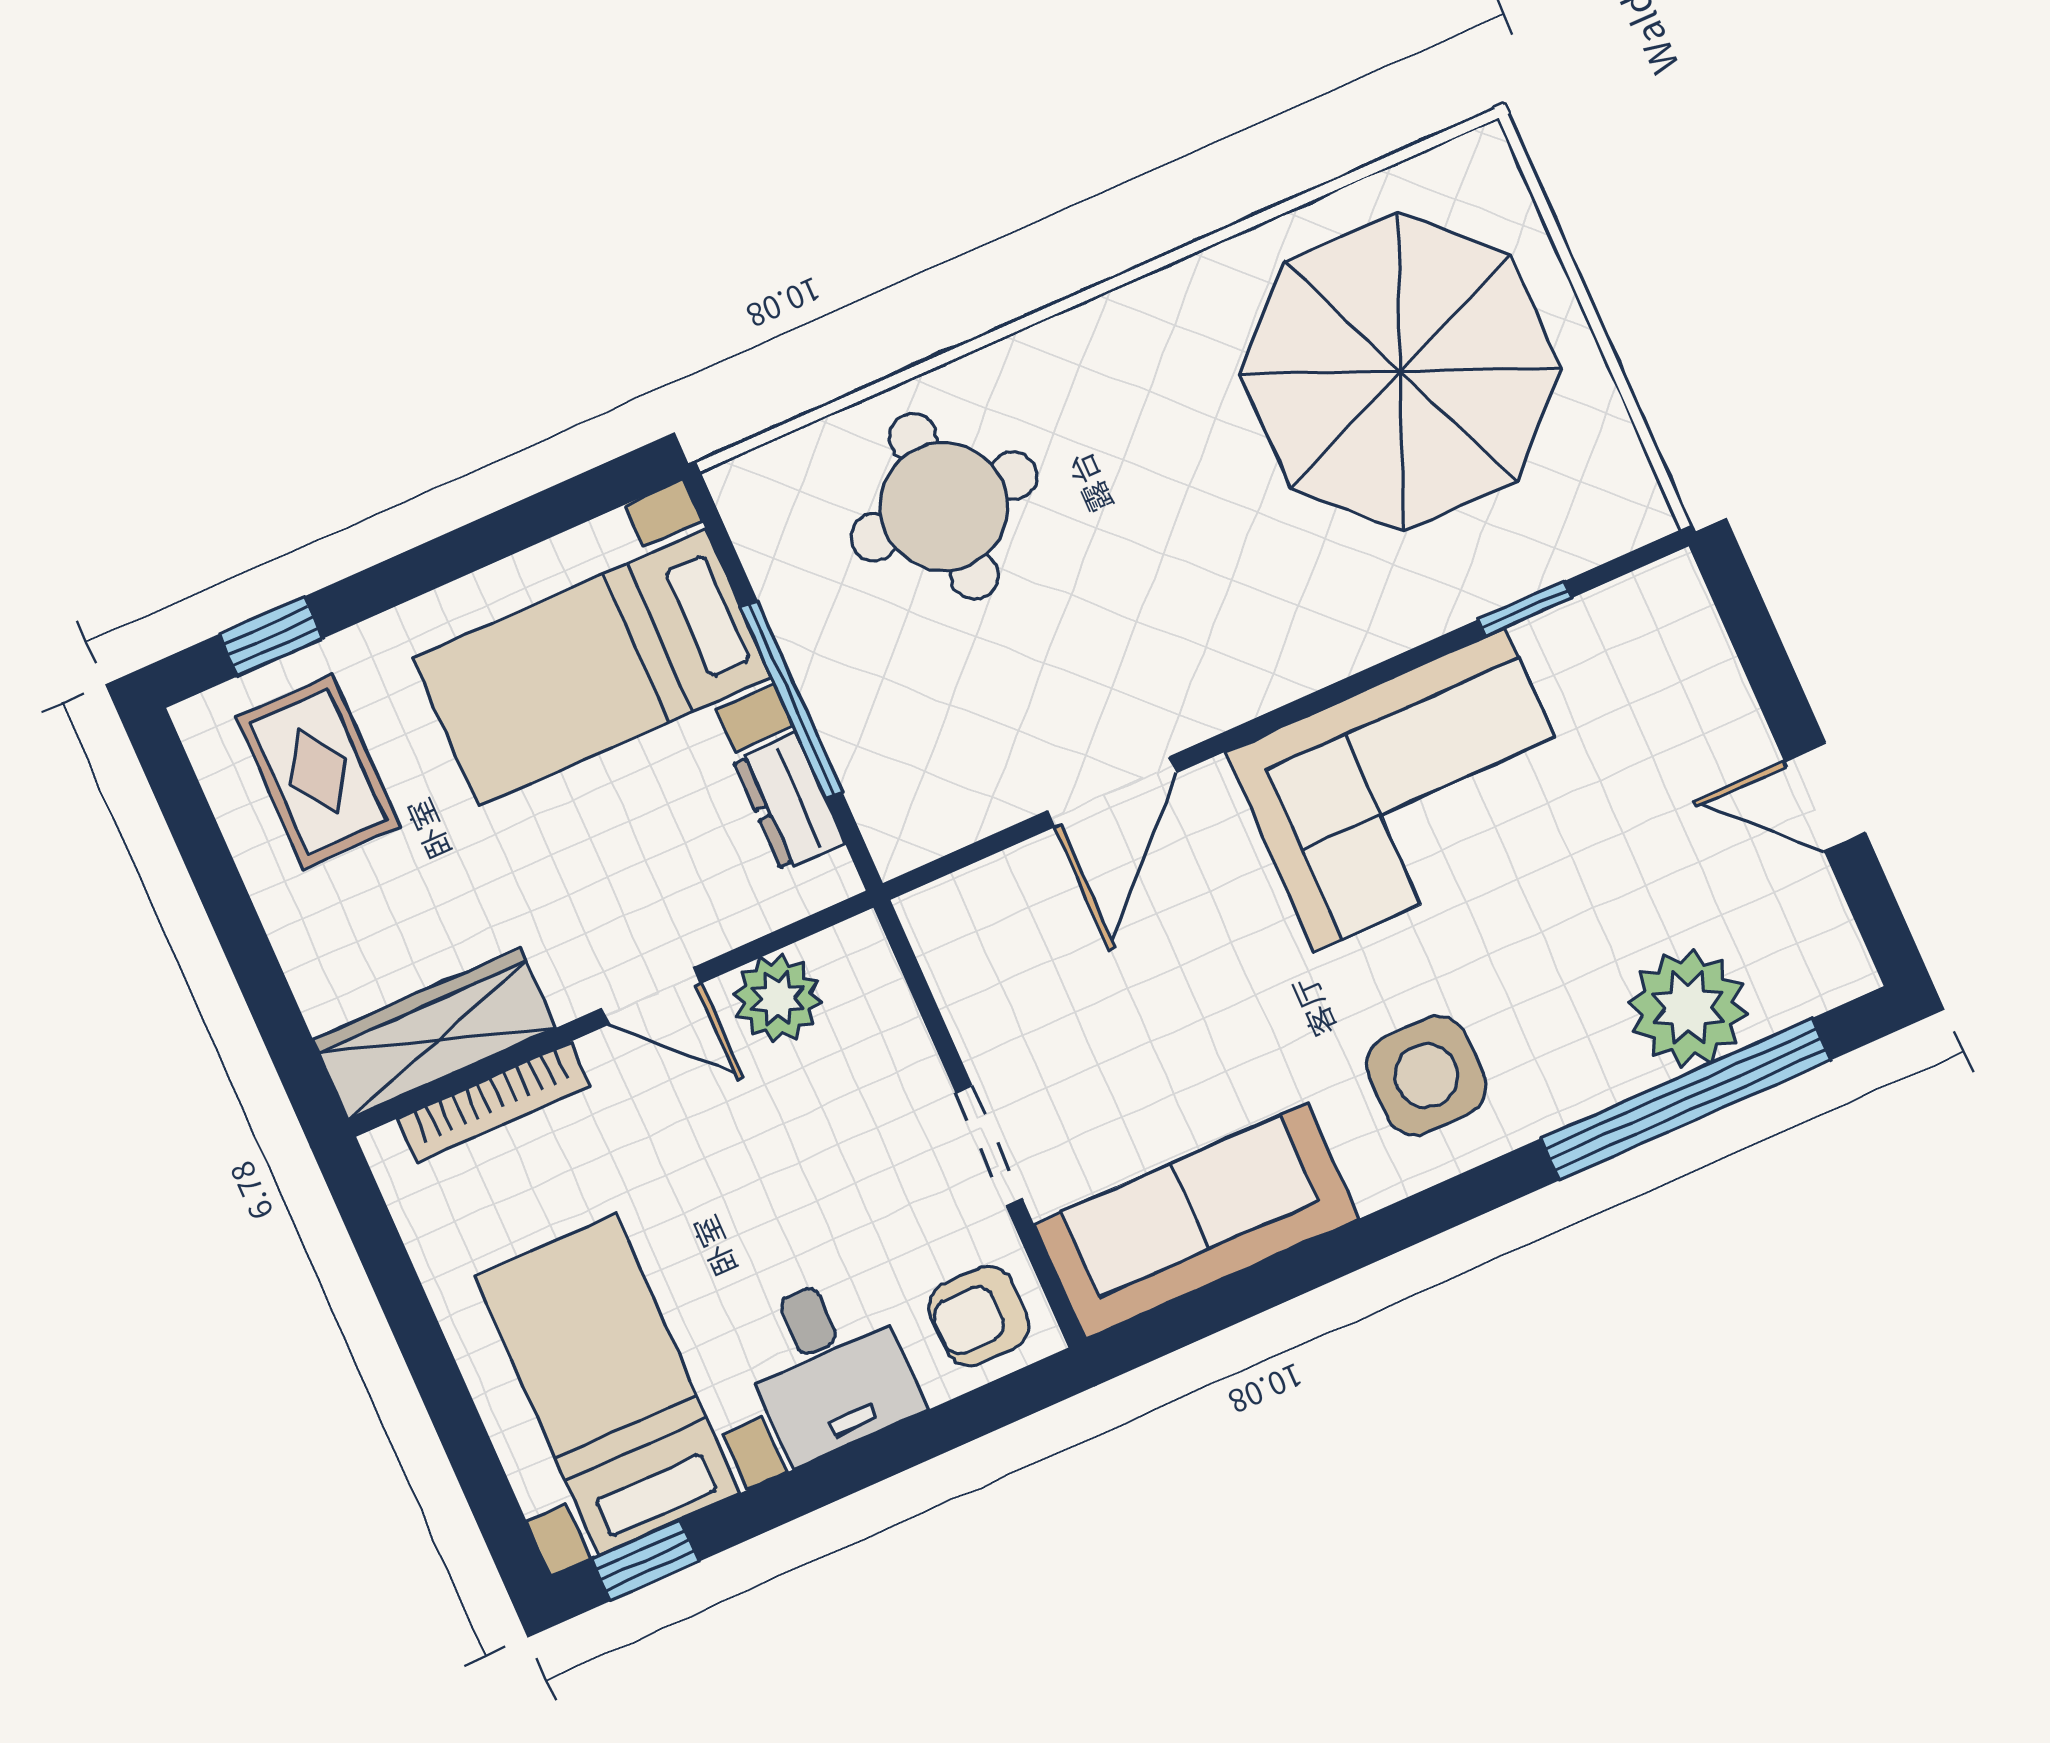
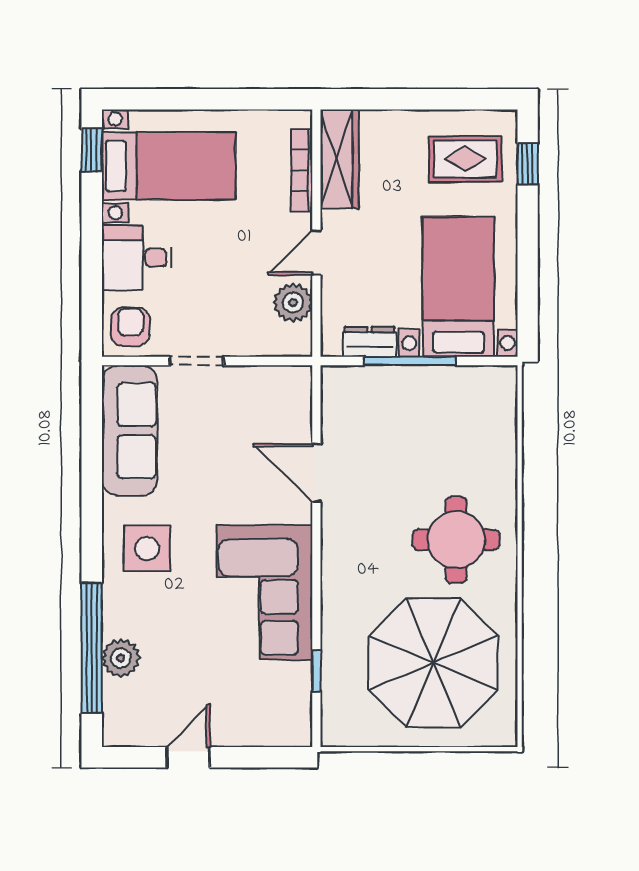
round table: (944, 506) -> (456, 540), moved
plant: (1688, 1008) -> (121, 658), width x0.73, depth x0.73

